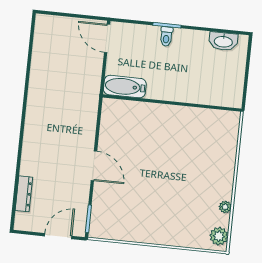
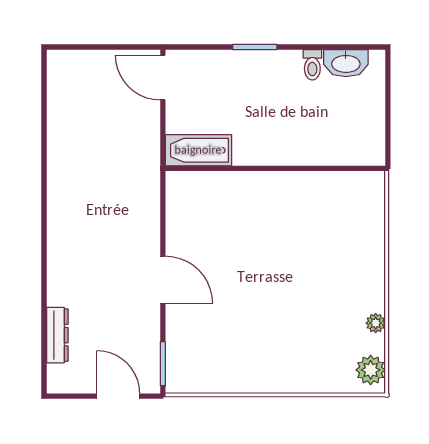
toilet: (166, 36) -> (312, 65), moved
door: (58, 236) -> (118, 396), hinge flipped

